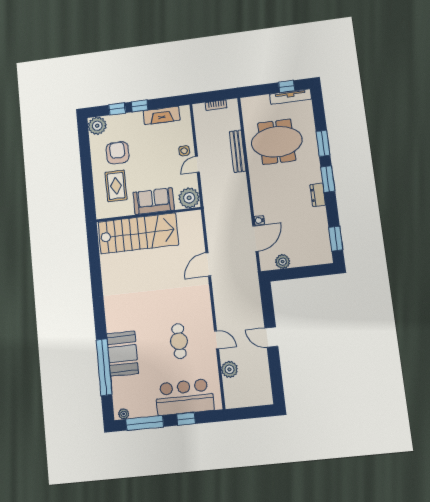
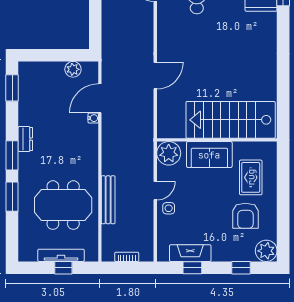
window: (287, 86) -> (63, 268), moved
tv unit: (291, 97) -> (61, 255), moved
window: (140, 106) -> (192, 268), moved

